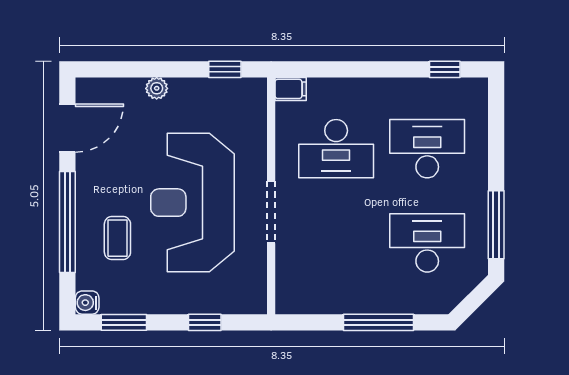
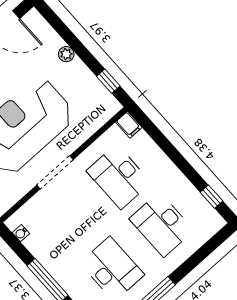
desk: (427, 149) -> (162, 225), turned 180
water cooler: (303, 305) -> (21, 233), added

